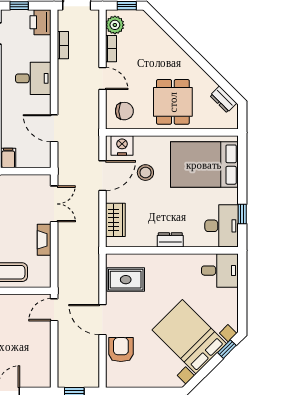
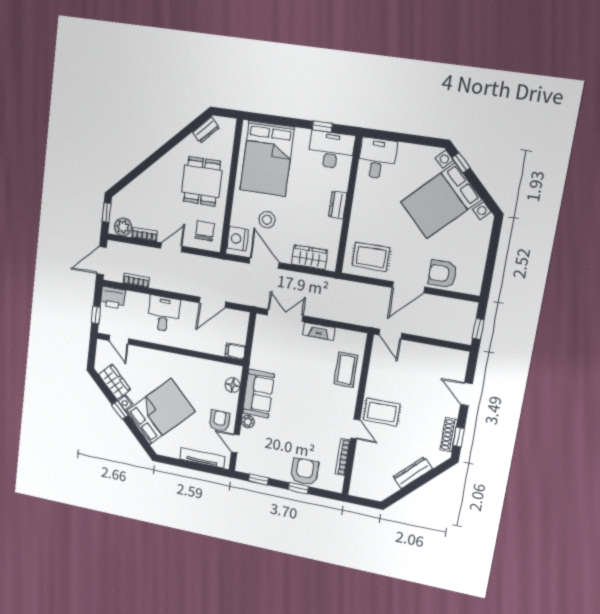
dining table: (173, 102) -> (202, 181), turned 90
rug: (126, 280) -> (371, 257), turned 90

